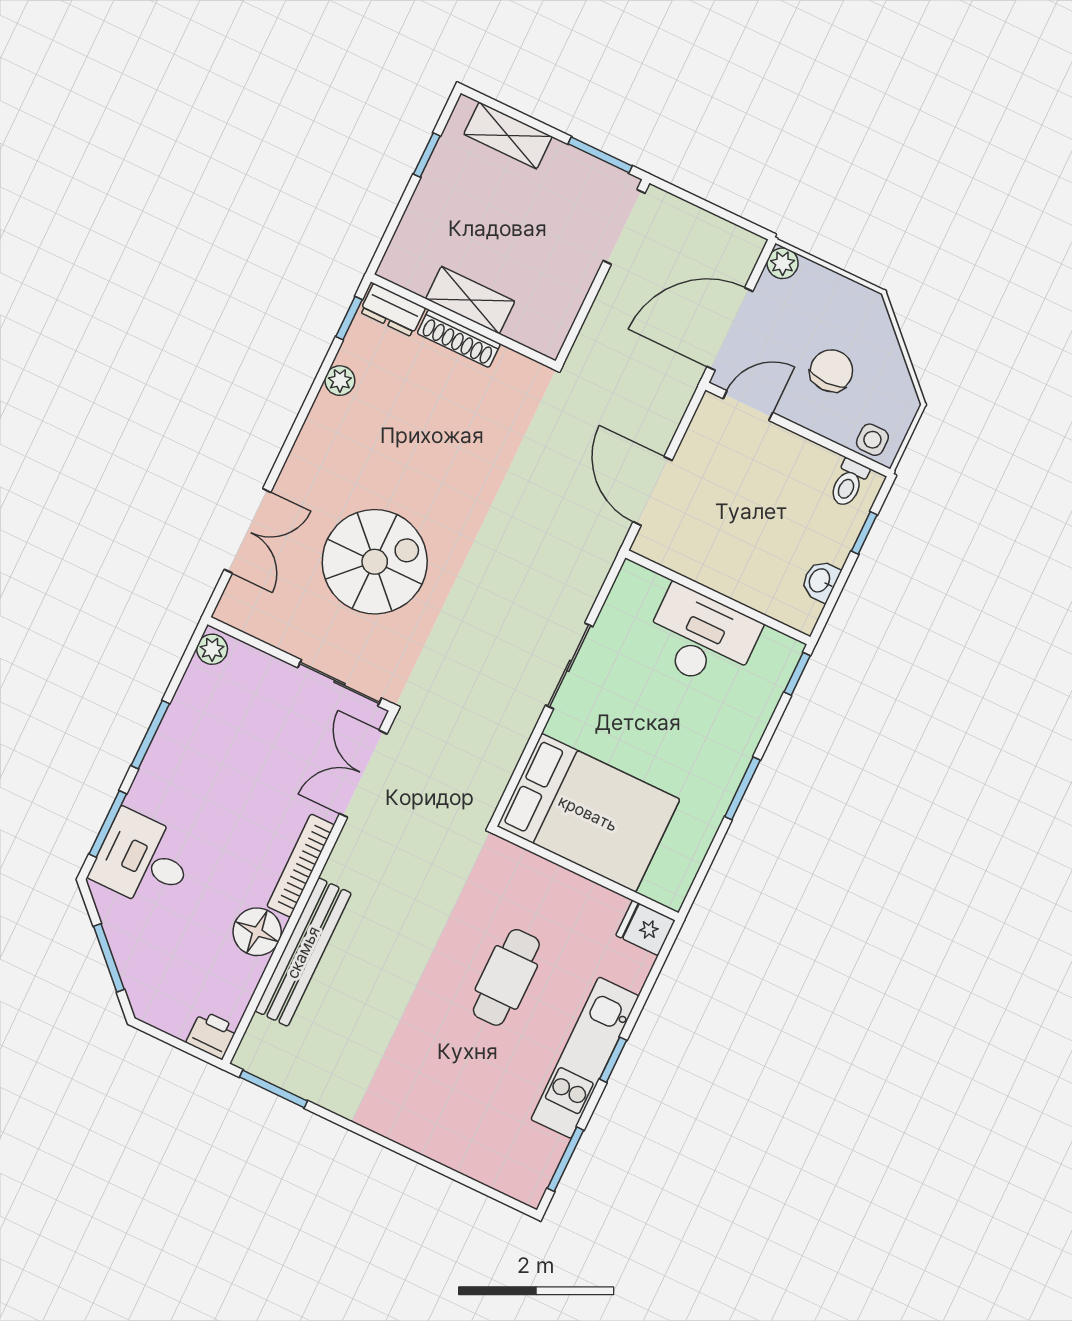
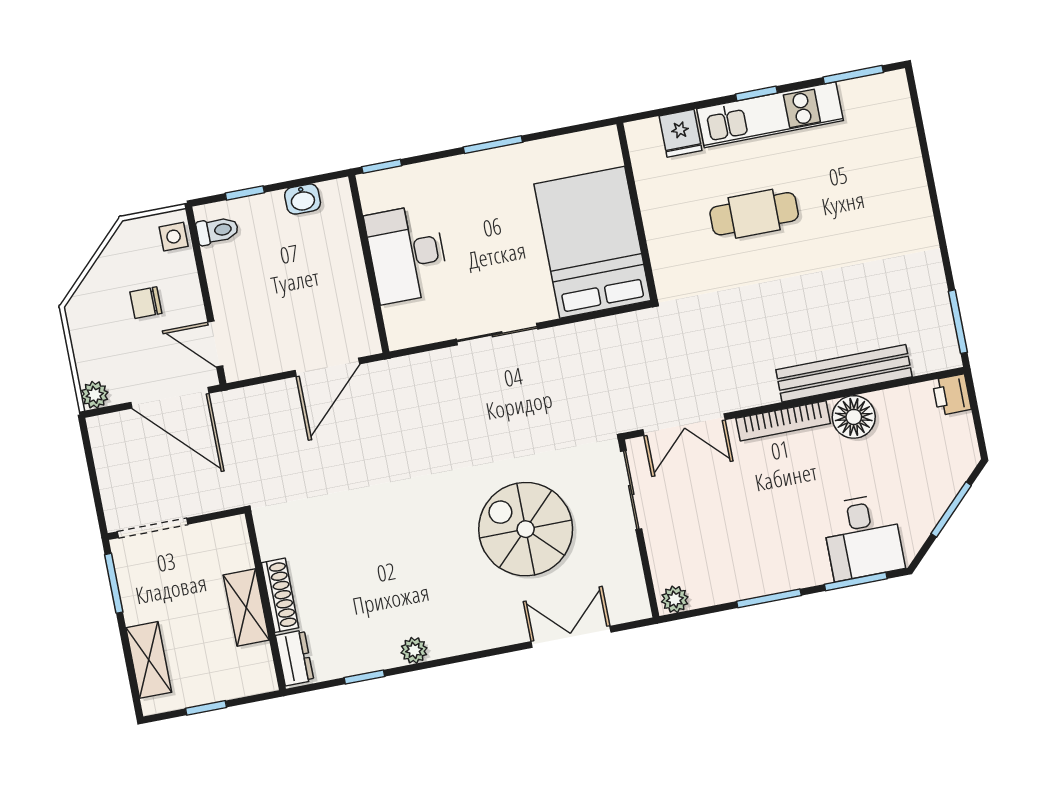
shelving: (470, 300) -> (246, 607), moved
dresser: (393, 310) -> (295, 658), moved
wall: (463, 321) -> (265, 601), moved
shoe rack: (459, 339) -> (280, 595), moved
chair: (831, 371) -> (146, 303), width x0.73, depth x0.73
fridge: (645, 928) -> (681, 133), moved

